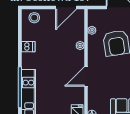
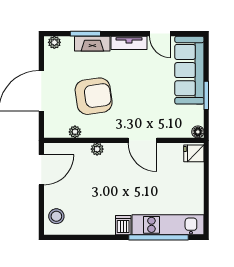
door: (66, 7) -> (41, 170), hinge flipped
dishwasher: (28, 47) -> (123, 225), moved

